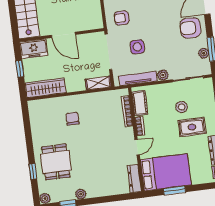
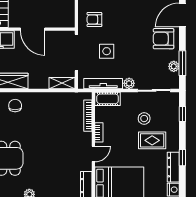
cot: (140, 103) -> (108, 99), moved, turned 90
chair: (72, 119) -> (15, 106), moved

